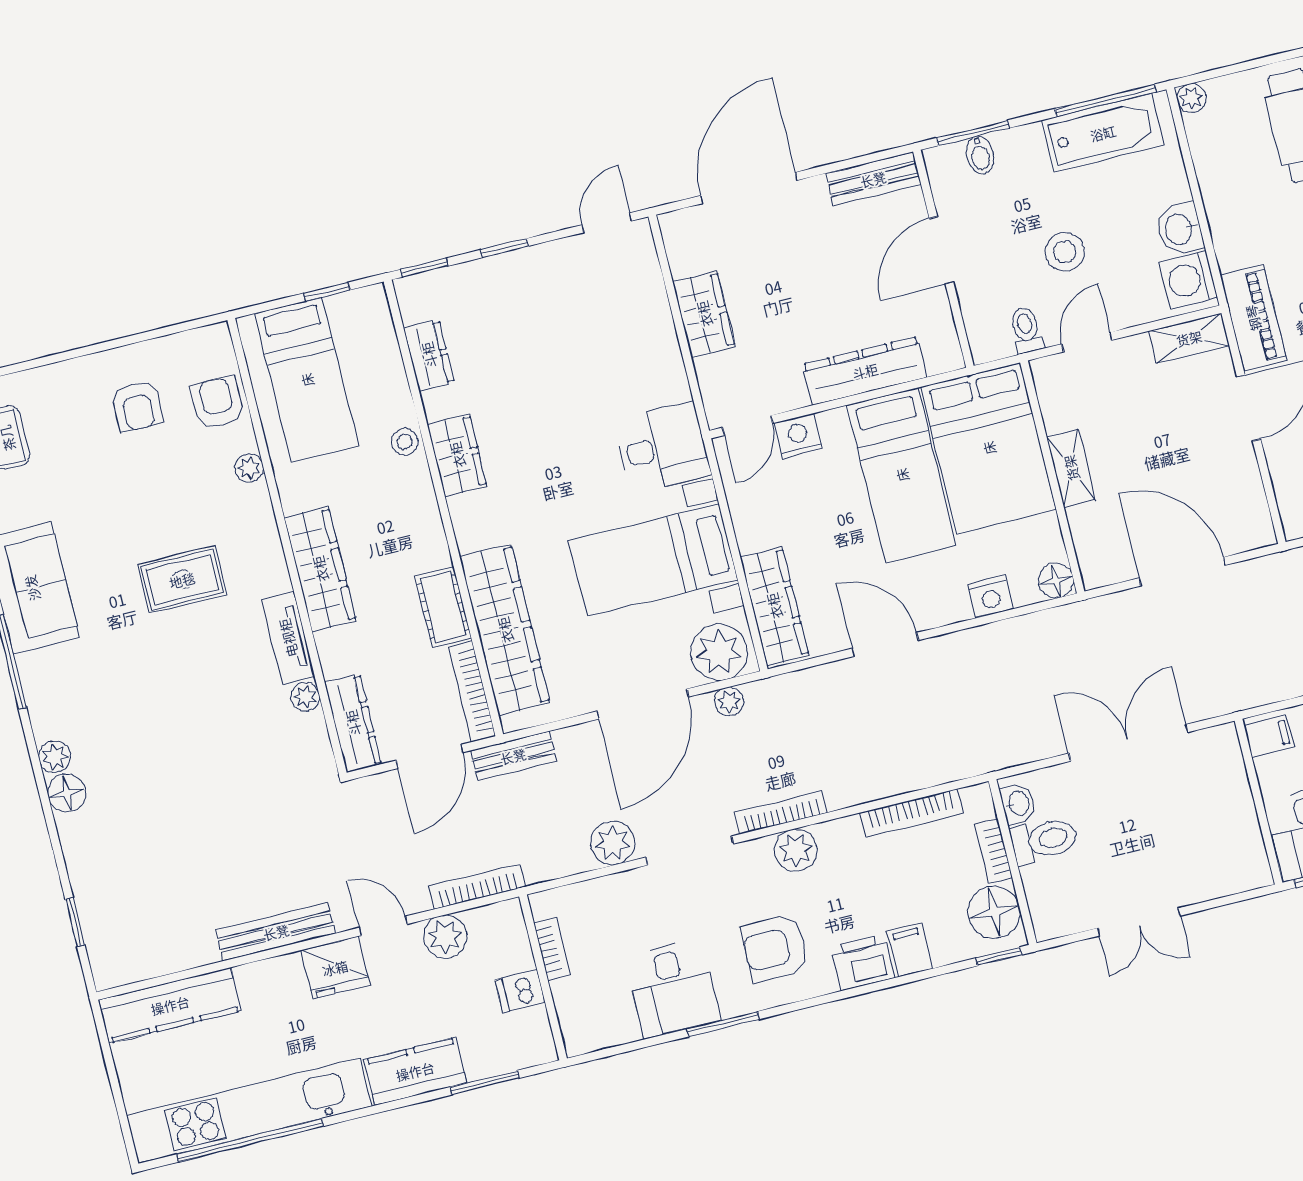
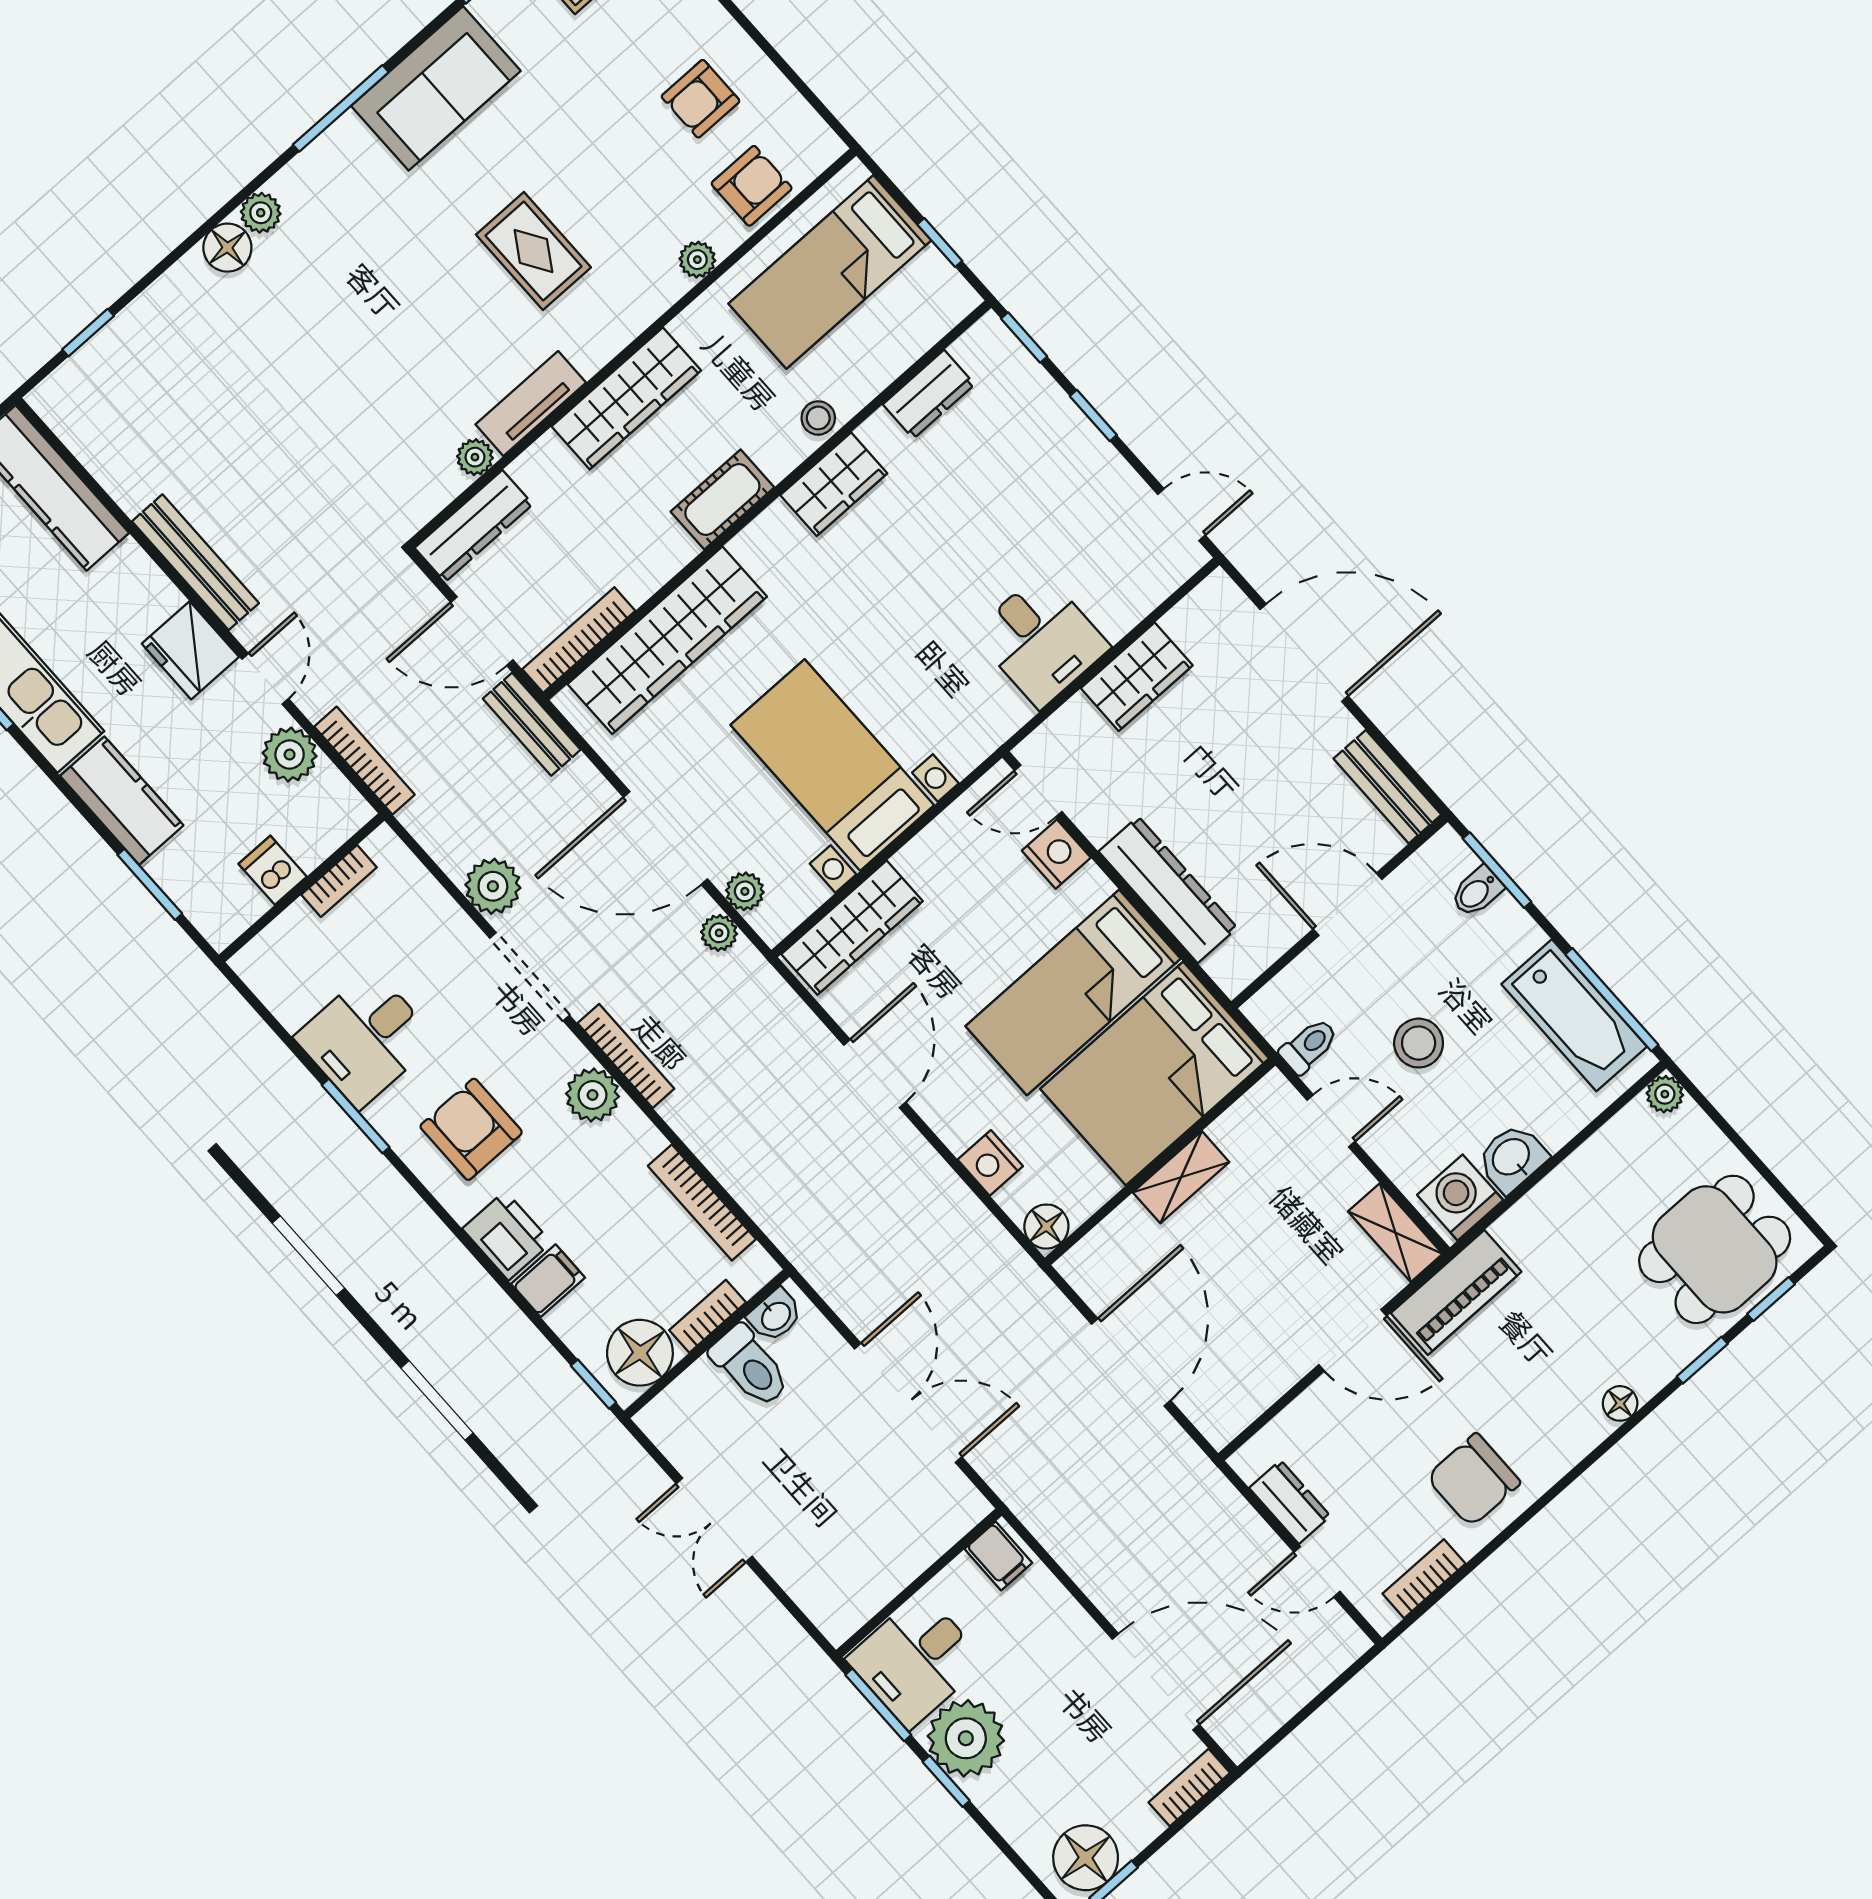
desk: (662, 448) -> (1041, 640), moved
cot: (443, 607) -> (722, 499), moved
plant: (719, 652) -> (745, 891), width x0.53, depth x0.53

